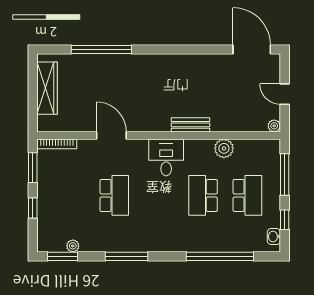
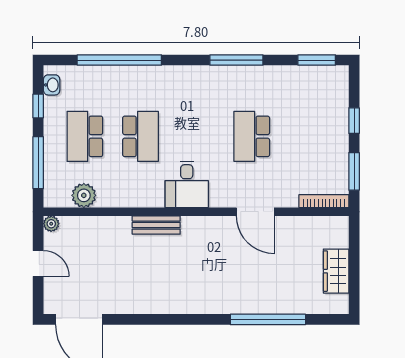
wardrobe: (47, 88) -> (336, 271), width x0.67
plant: (224, 148) -> (84, 195), moved
plant: (73, 246) -> (304, 73), removed

